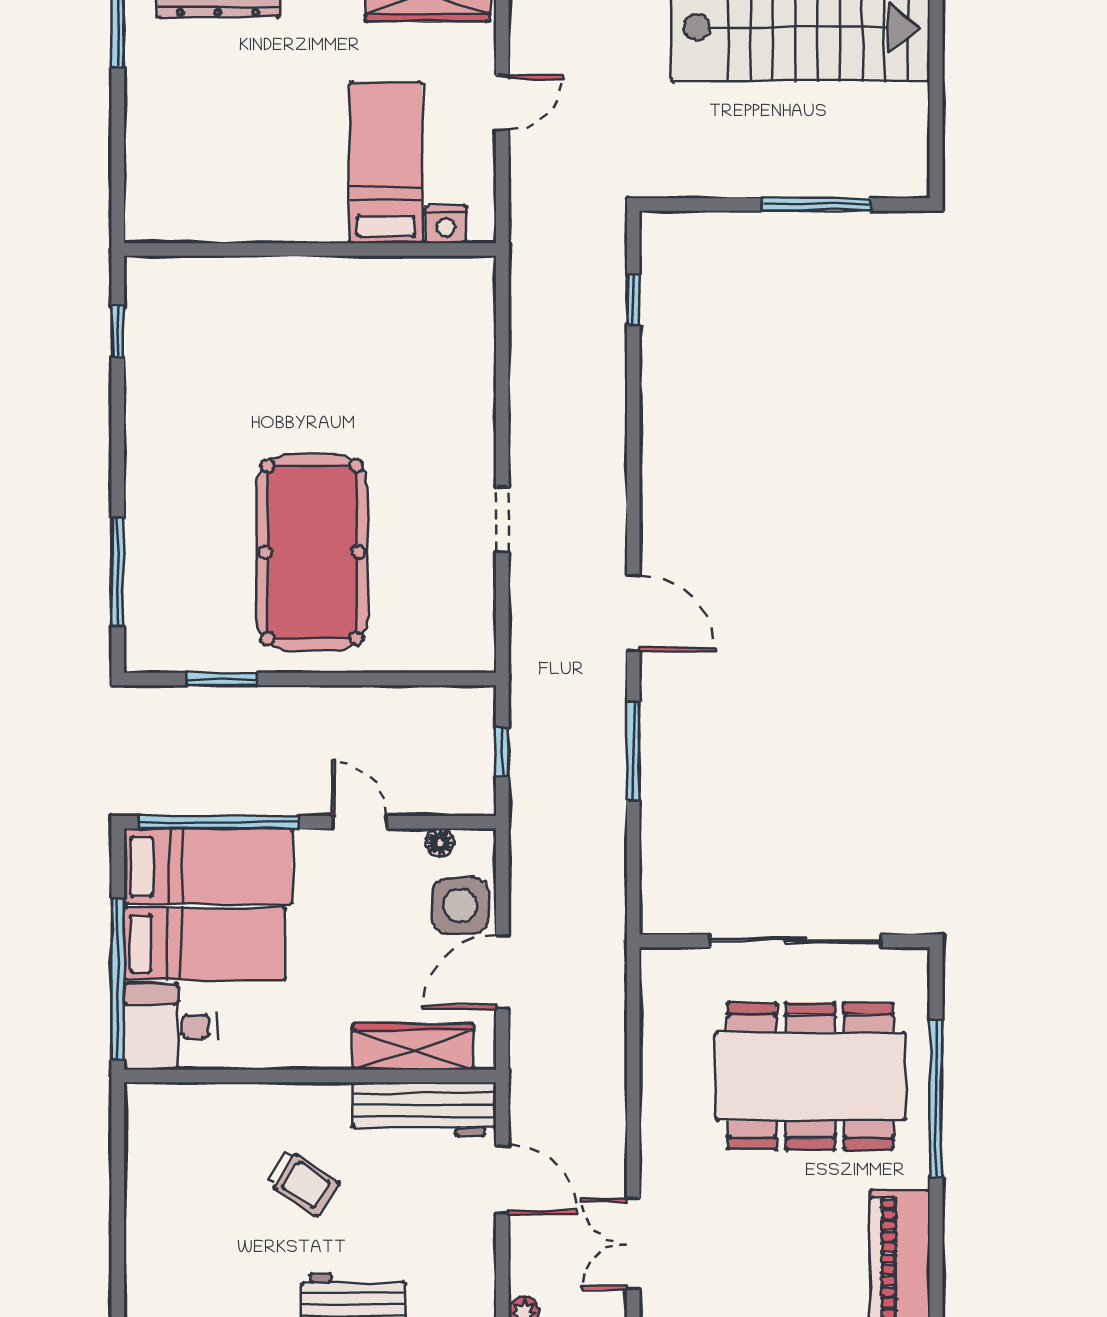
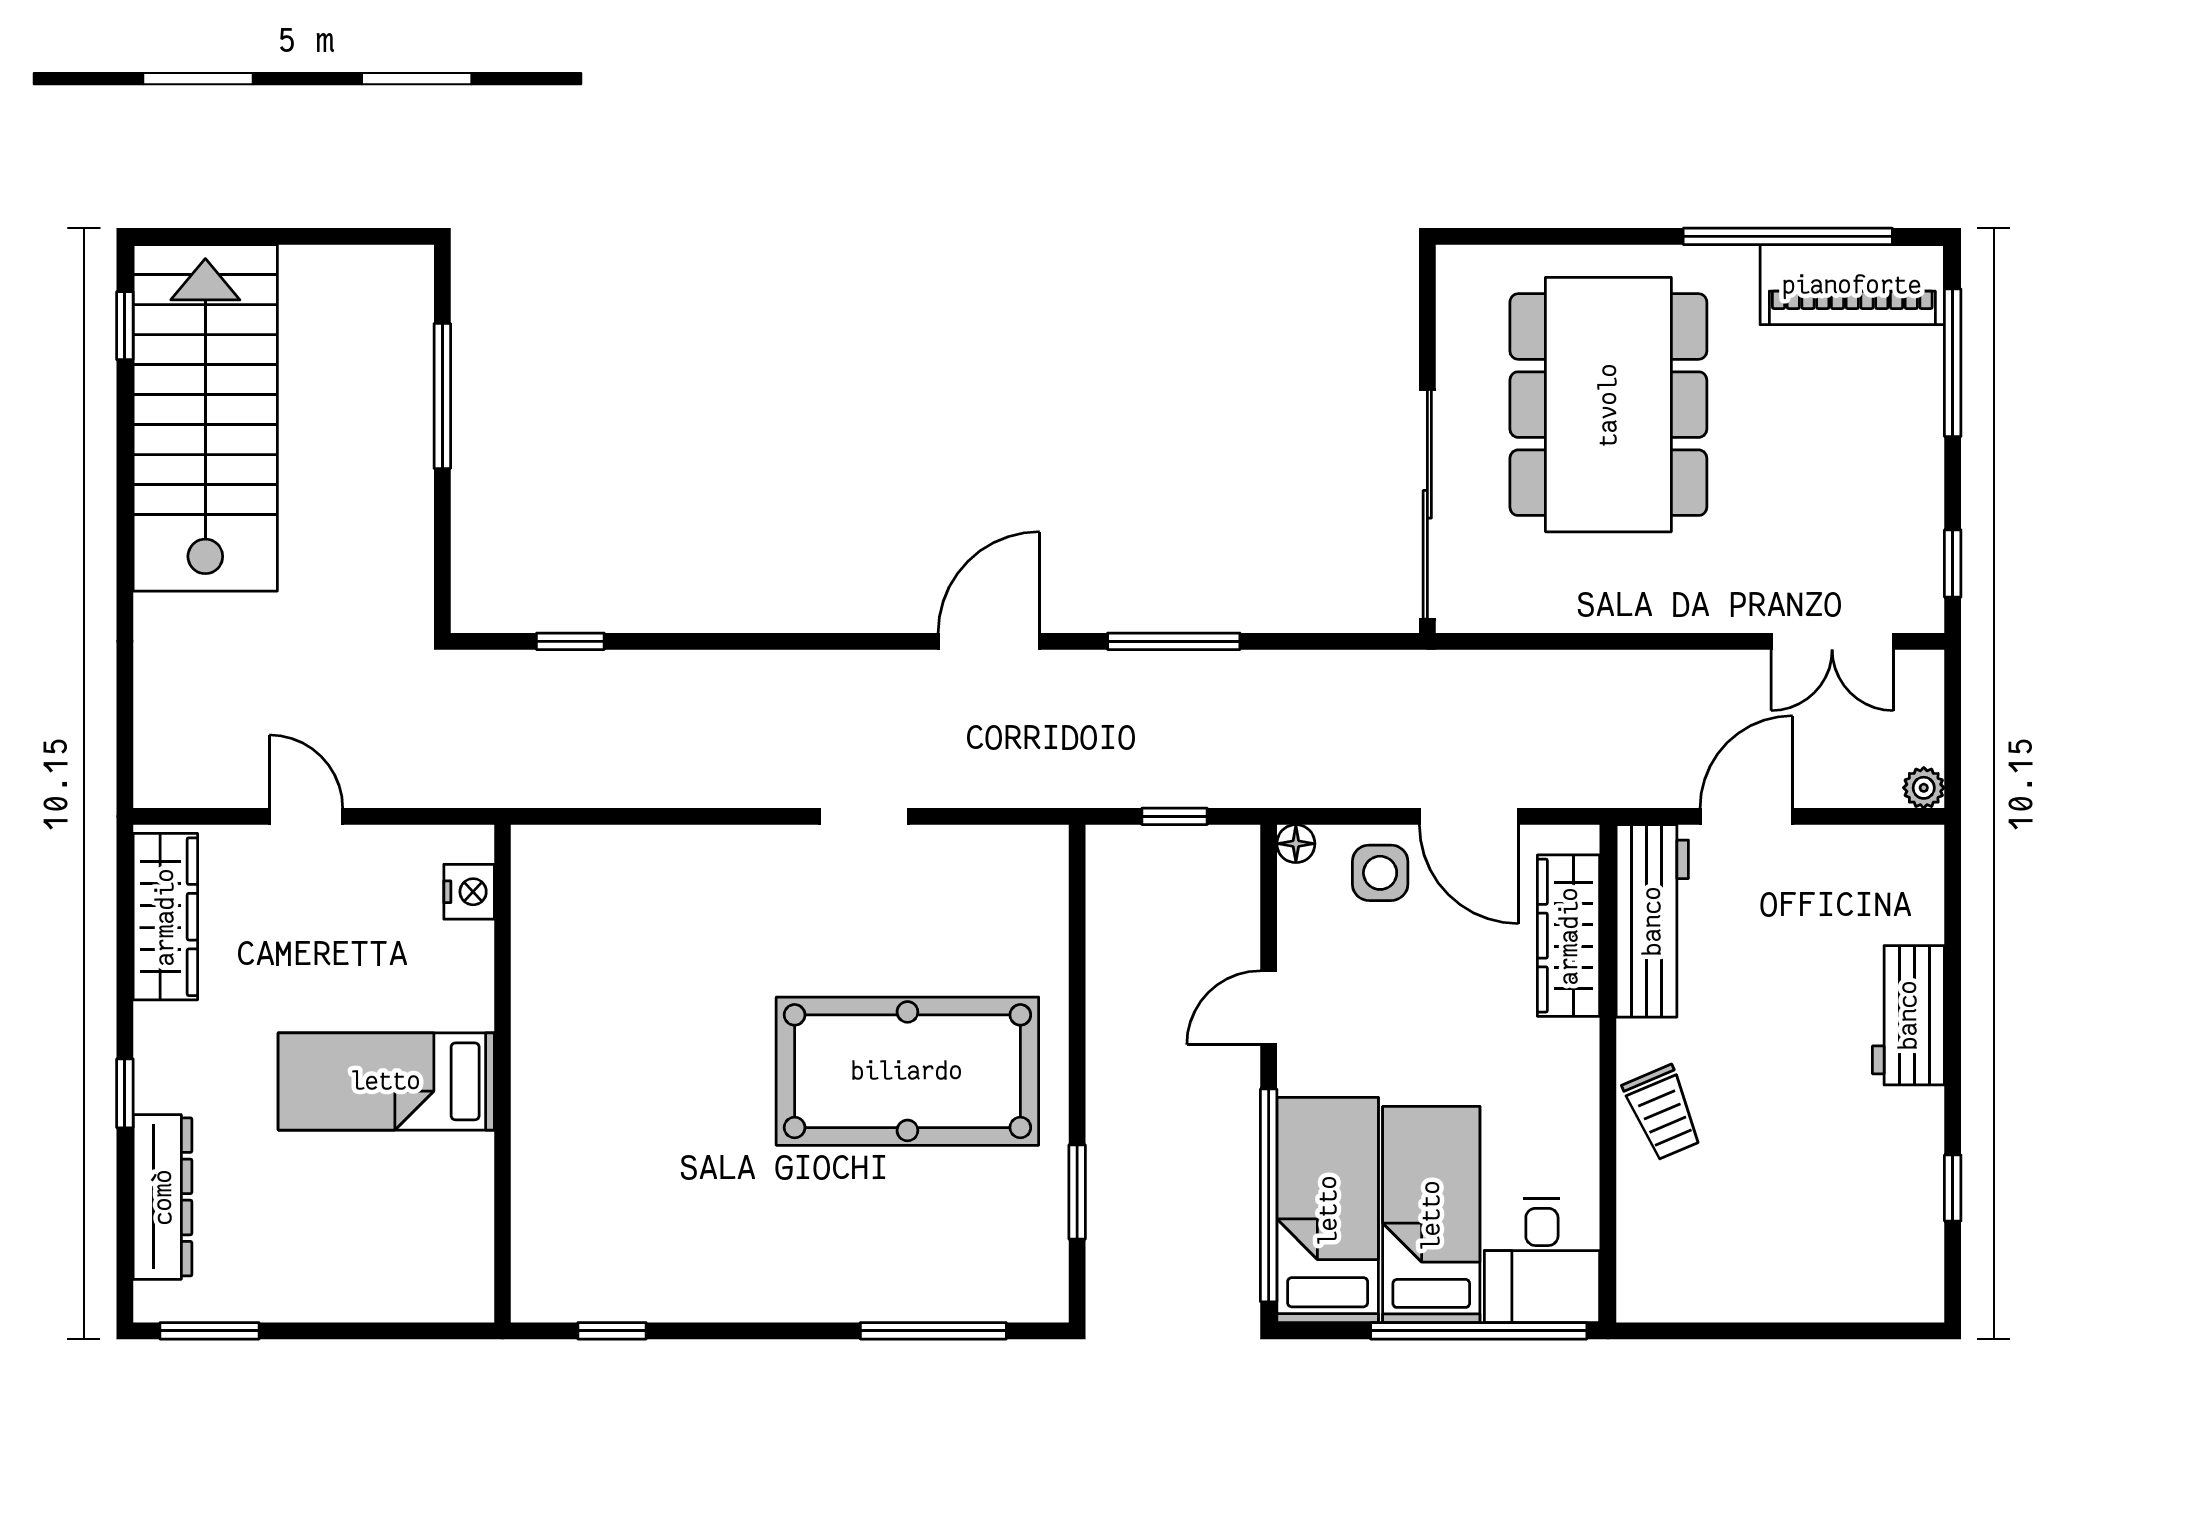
bed: (386, 162) -> (386, 1081), moved
floor lamp: (440, 843) -> (1296, 844), moved
side table: (460, 906) -> (1380, 873), width x0.73, depth x0.73
sliding door: (795, 941) -> (1427, 504), moved
window: (936, 1099) -> (1788, 236), moved
trolley: (303, 1183) -> (1663, 1113), moved, turned 124

